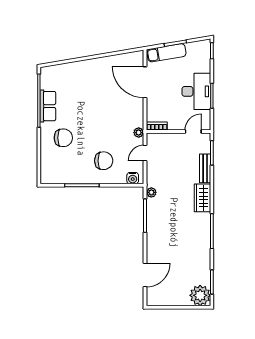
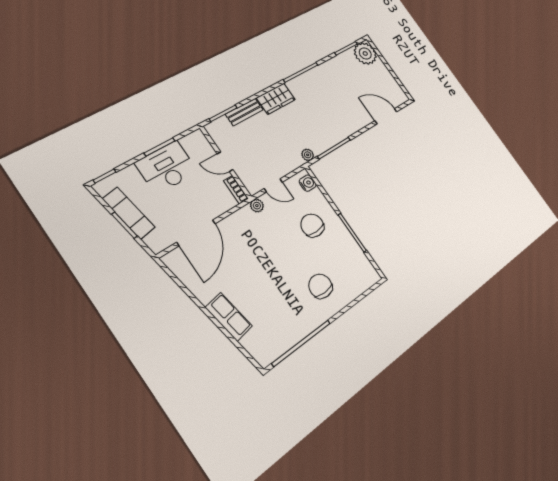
exam couch: (167, 53) -> (129, 213), moved
row of seats: (48, 106) -> (229, 317), moved, turned 81
door: (193, 131) -> (225, 162), moved

